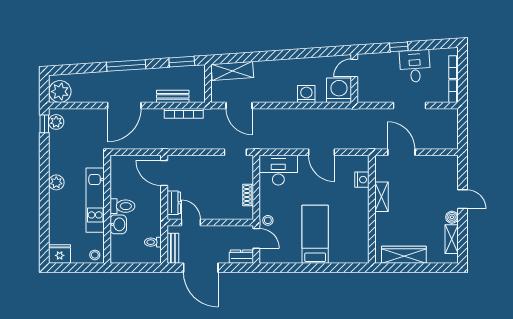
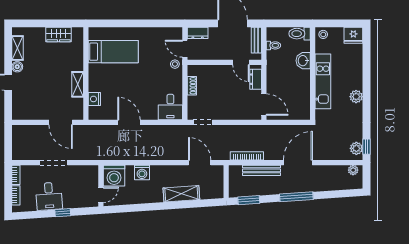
shelving: (232, 71) -> (181, 194), moved
plant: (60, 92) -> (353, 170), width x0.53, depth x0.53
bench: (173, 96) -> (261, 170), width x1.36
desk: (278, 170) -> (170, 107), width x0.73
toilet: (122, 206) -> (300, 34), moved
bed: (315, 234) -> (113, 52), moved, turned -90
wardrobe: (404, 255) -> (58, 35), width x0.67

